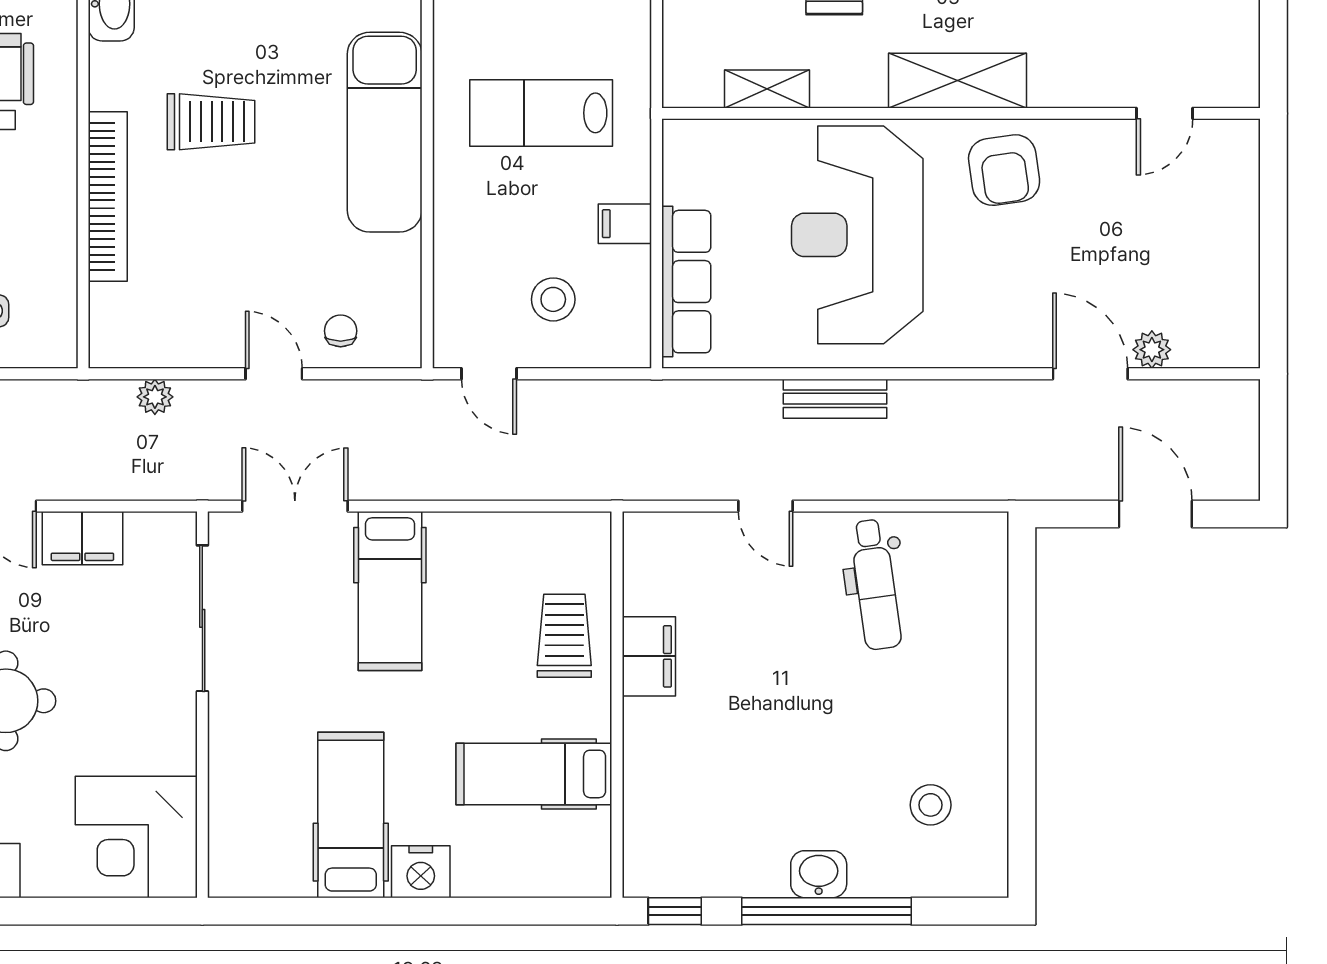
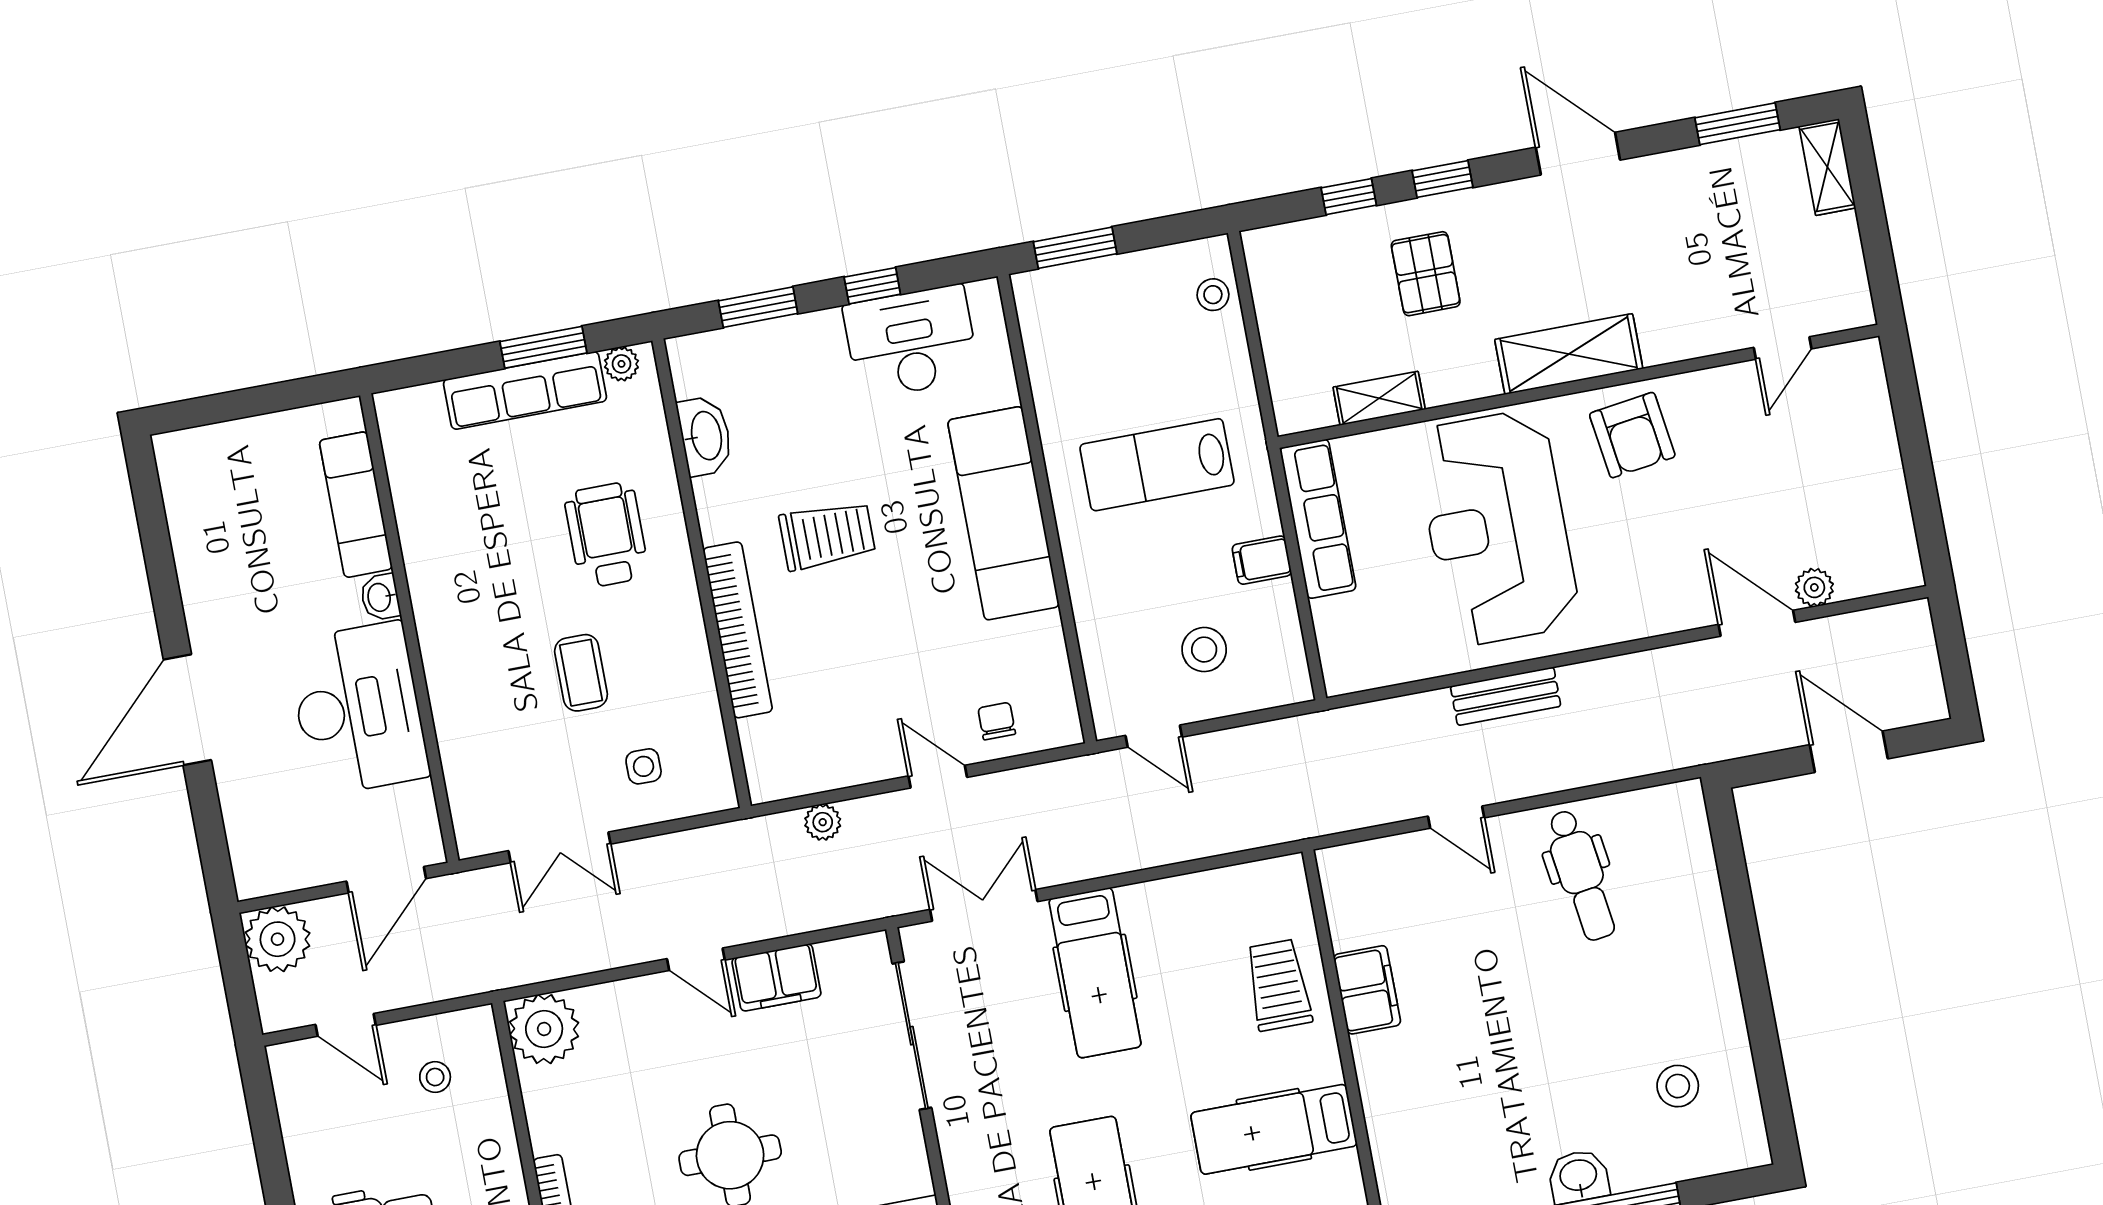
row of seats: (686, 282) -> (1318, 519), moved

